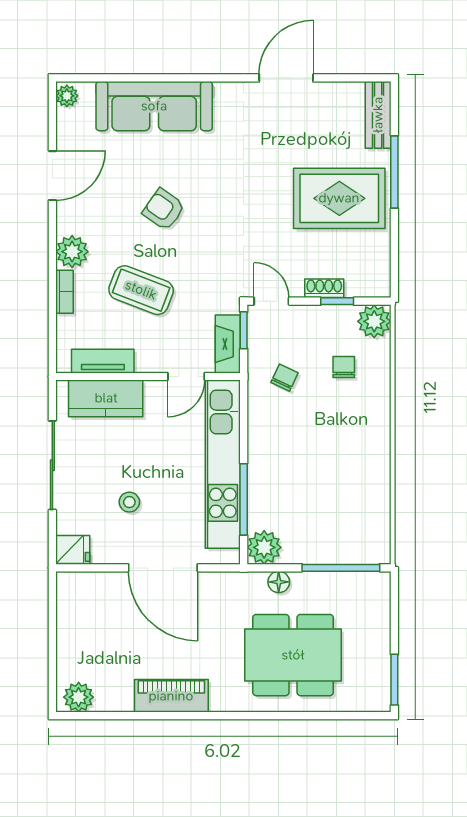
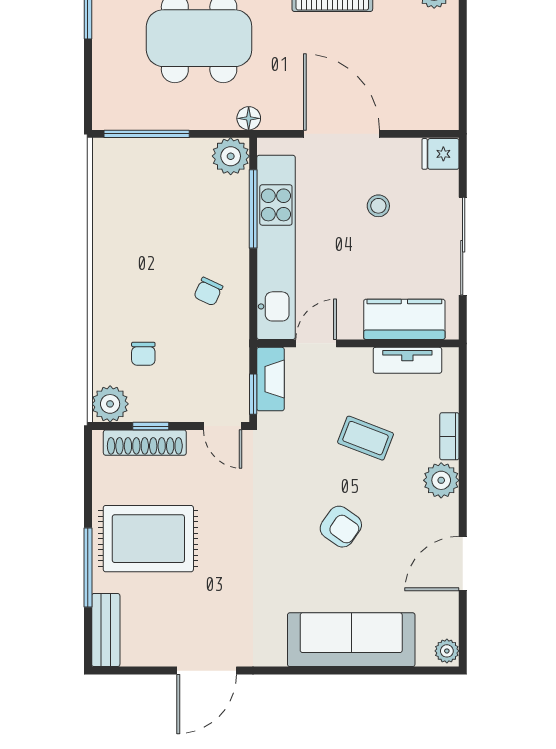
shoe rack: (324, 288) -> (145, 443), width x1.94, depth x1.24
coffee table: (141, 290) -> (366, 438), width x0.73, depth x0.77
chair: (284, 378) -> (208, 292), moved
floor lamp: (279, 582) -> (249, 118), moved

